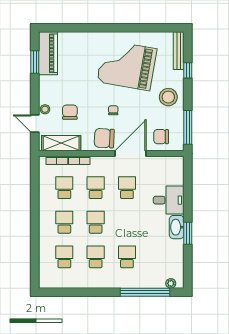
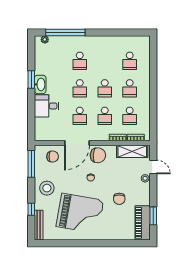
chair: (70, 112) -> (119, 199), moved
school desk: (96, 257) -> (80, 88), moved

